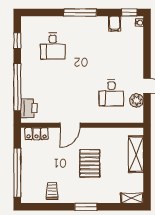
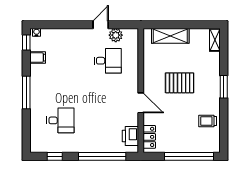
printer: (29, 108) -> (130, 136), moved, turned -90

